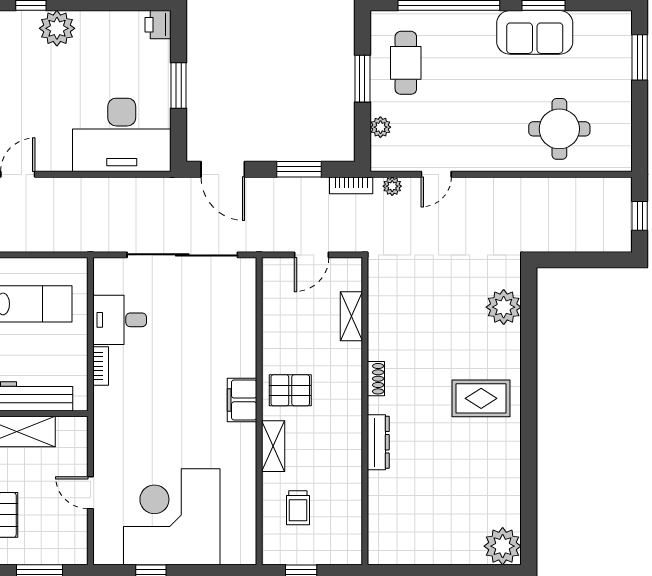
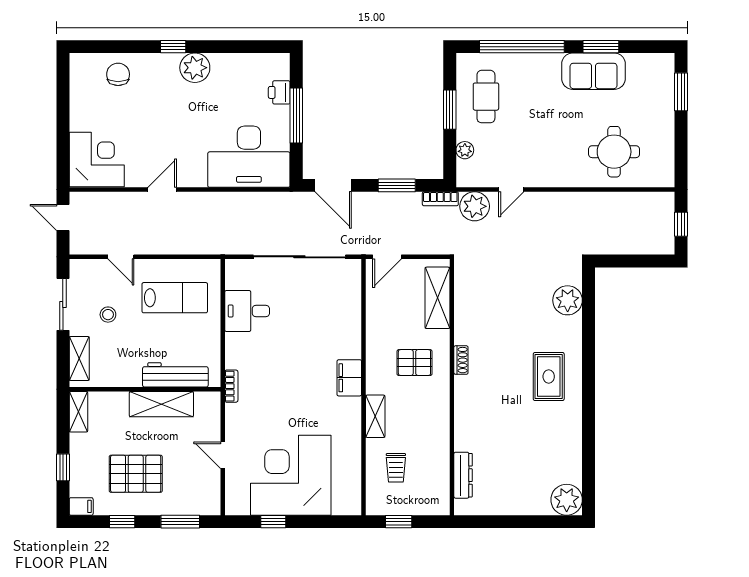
printer: (158, 25) -> (279, 92), moved
window: (179, 86) -> (296, 115), width x1.44
plant: (392, 186) -> (475, 206), width x1.87, depth x1.87
door: (312, 255) -> (387, 257), moved
shelving: (351, 316) -> (437, 298), width x1.50, depth x1.33
bookcase: (101, 366) -> (231, 386), moved
pallet: (290, 390) -> (414, 363), moved
rug: (481, 398) -> (549, 377), turned 90
dresser: (378, 442) -> (463, 475), moved

